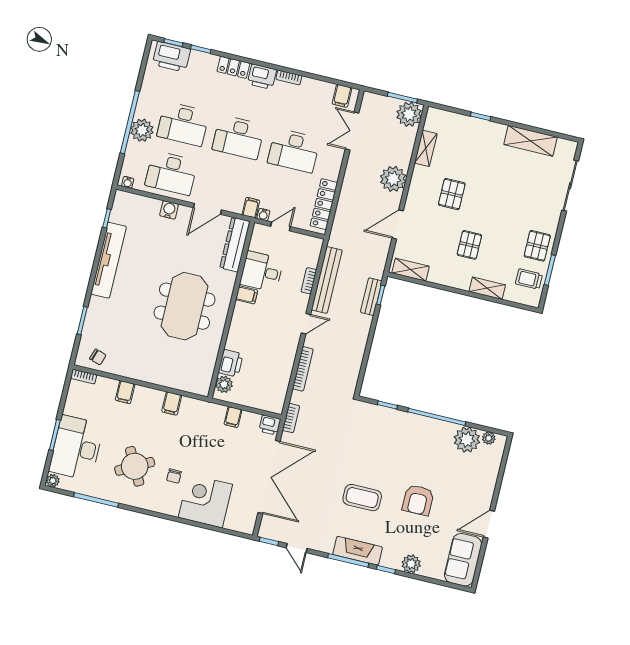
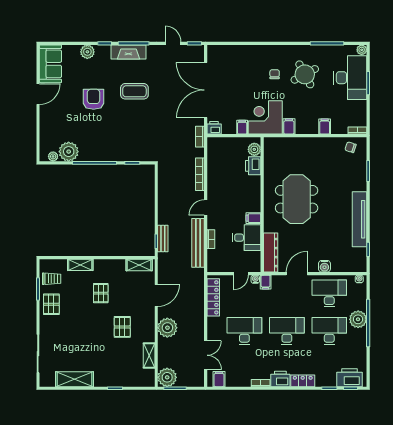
corner desk: (205, 501) -> (265, 117), moved, turned 180

